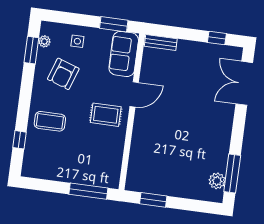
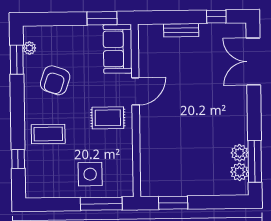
side table: (77, 41) -> (90, 174), moved, width x1.87, depth x1.87
bench: (161, 42) -> (181, 30), moved
plant: (220, 164) -> (240, 153), added

